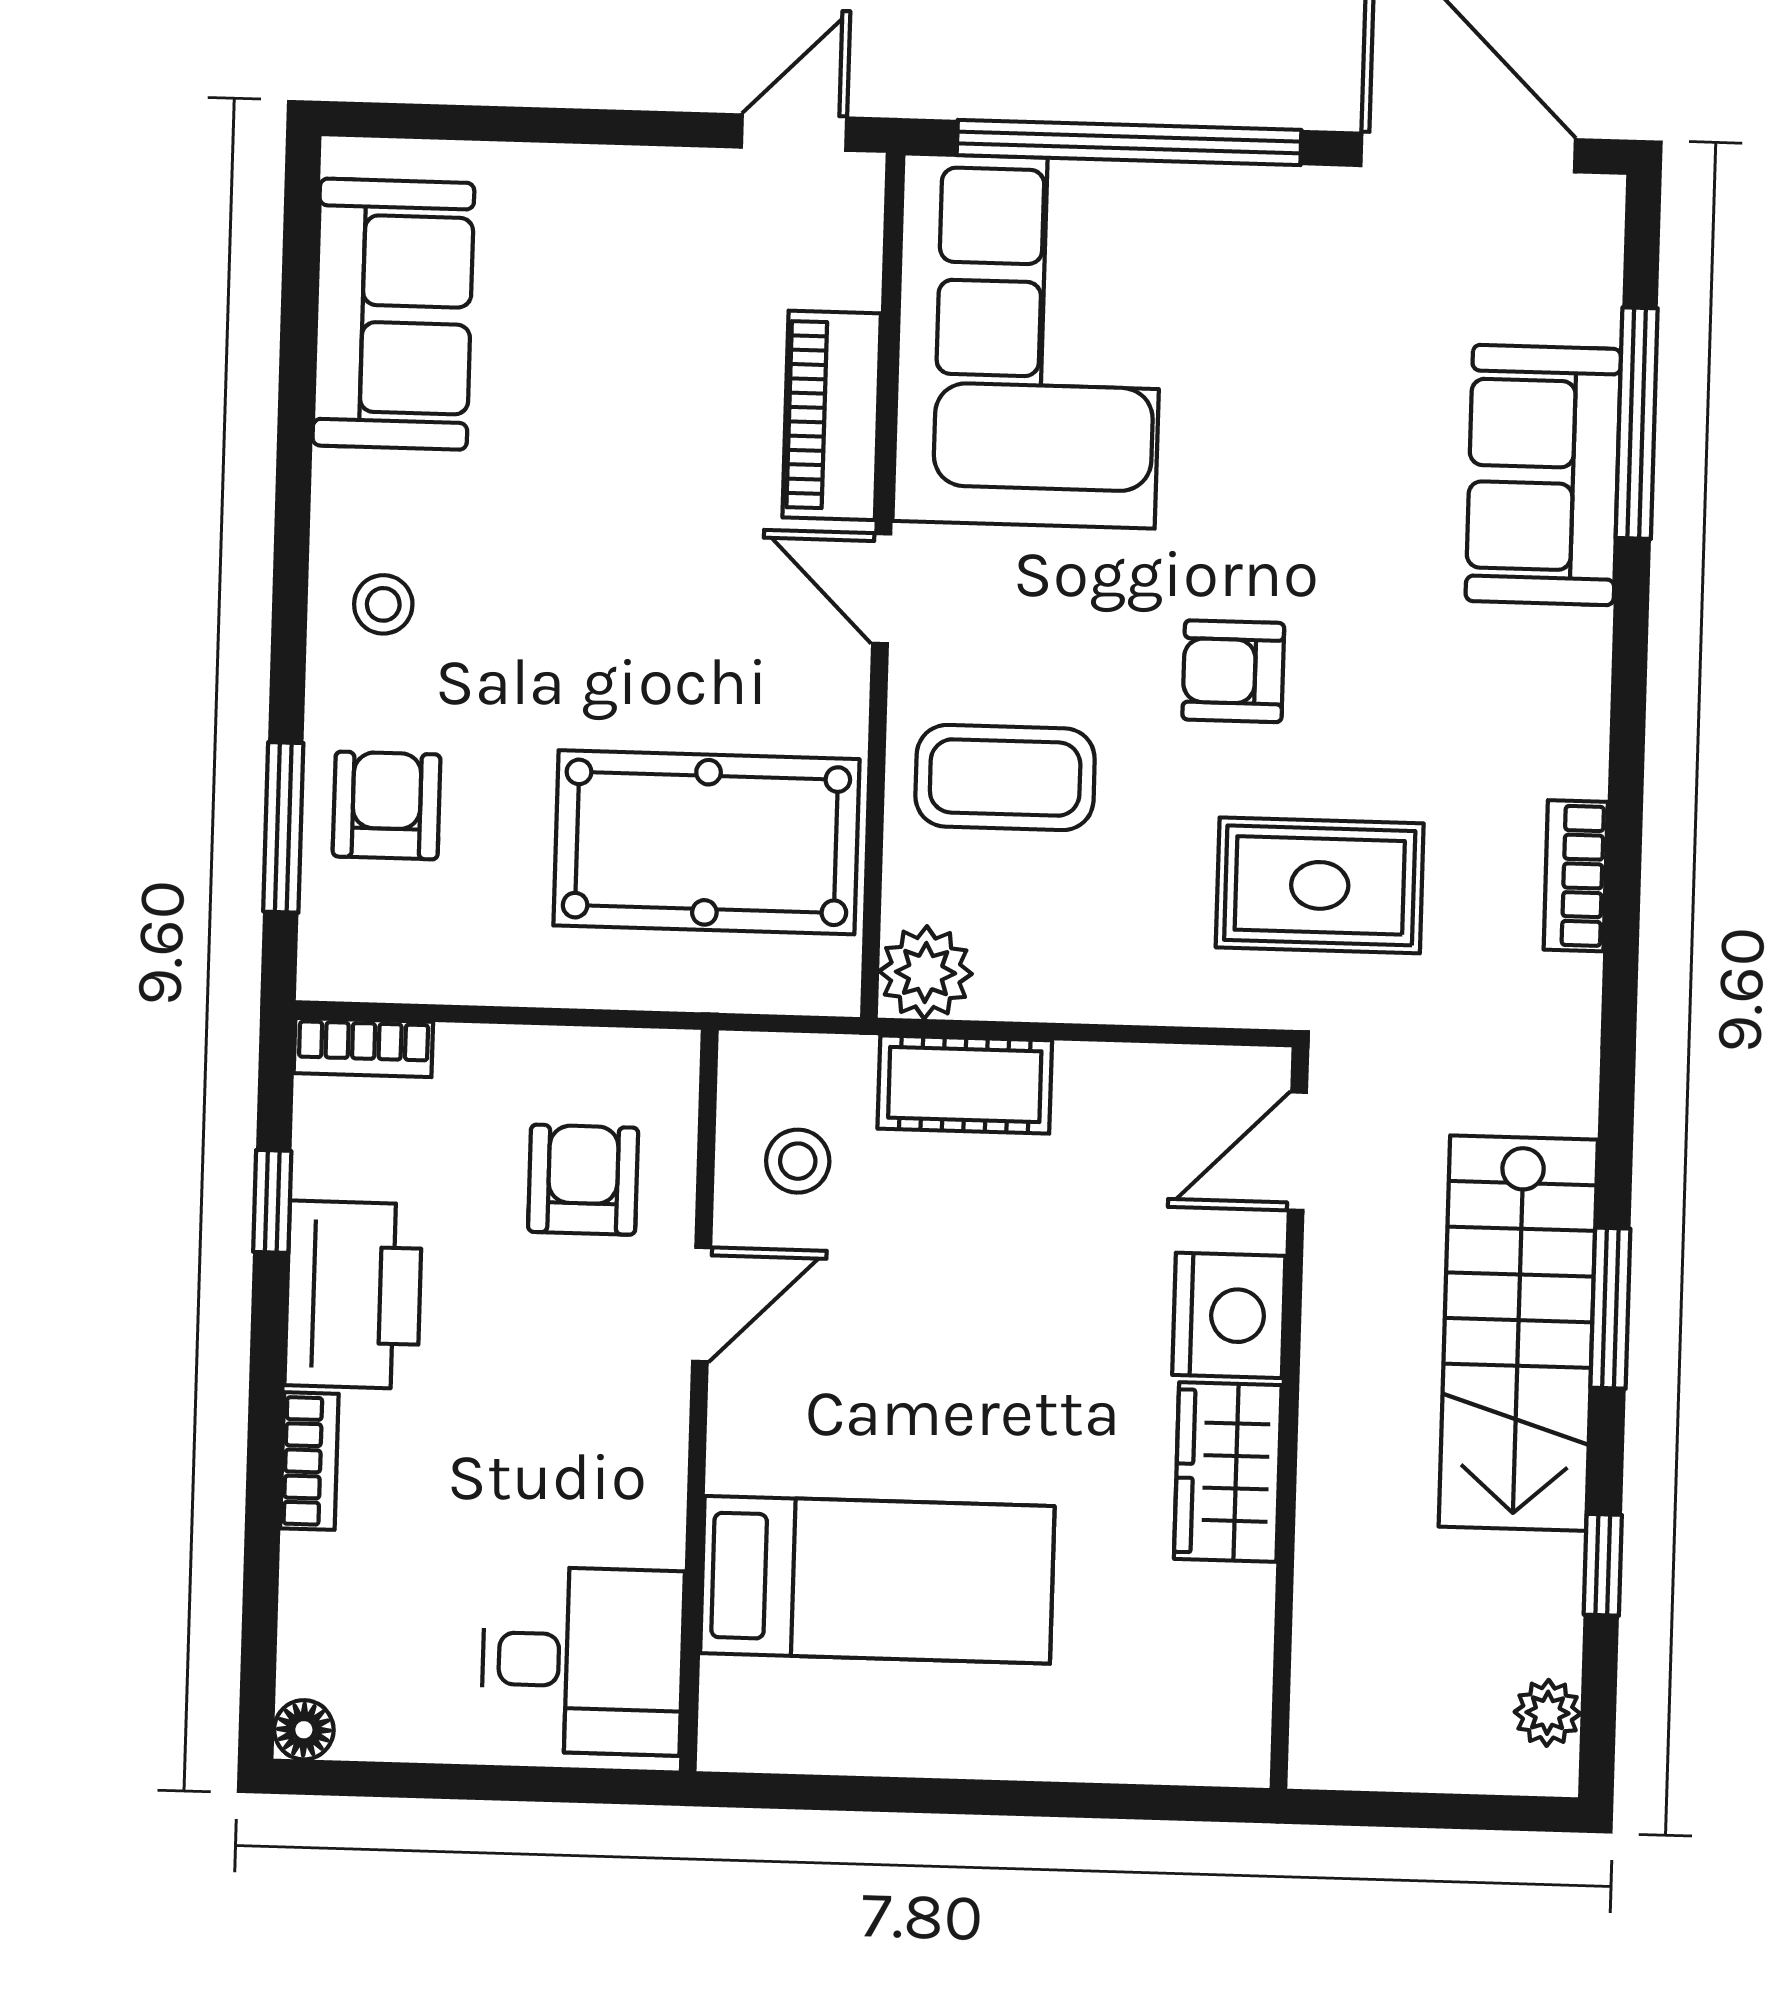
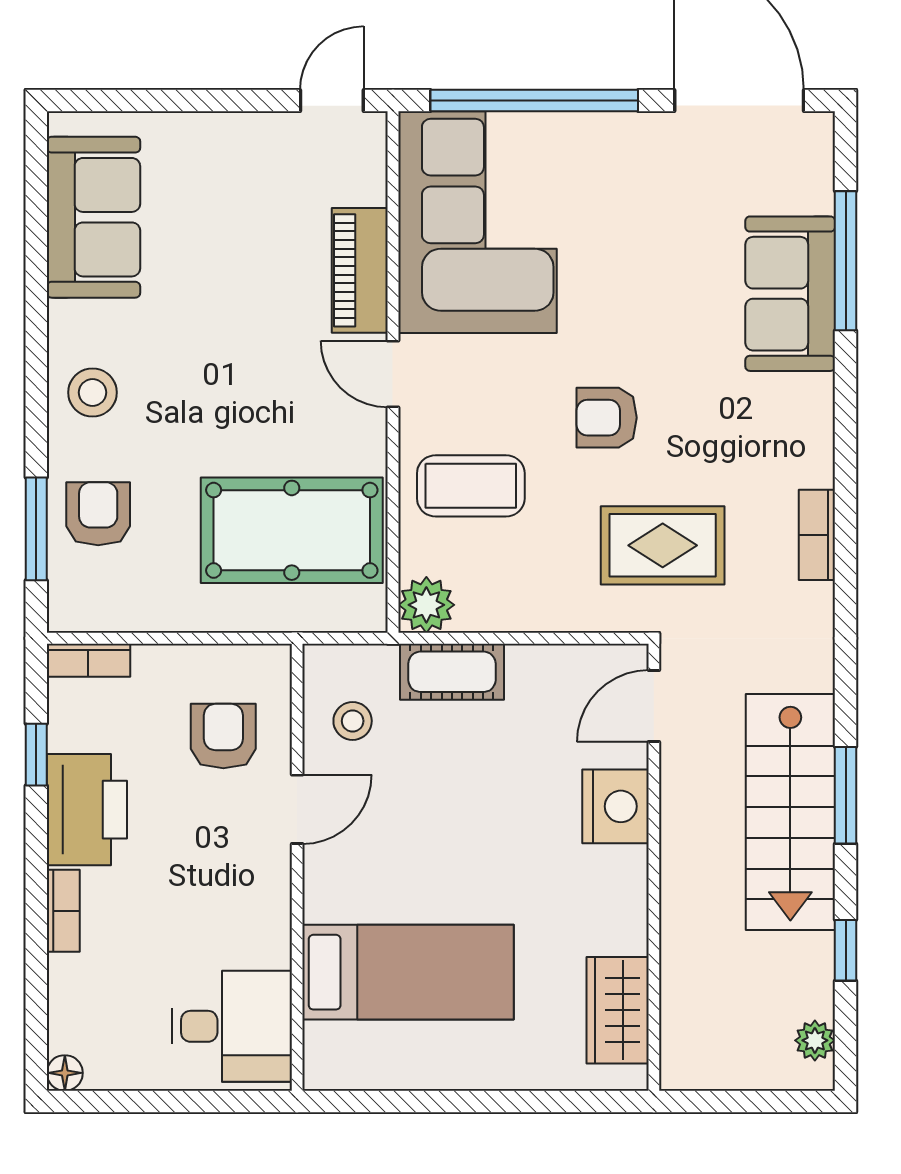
stool: (383, 604) -> (93, 392), width x1.37, depth x1.37
wardrobe: (1228, 1472) -> (618, 1010), moved

